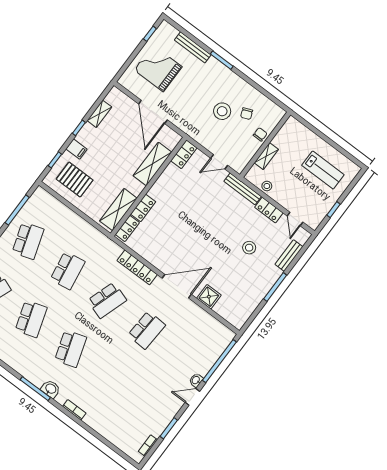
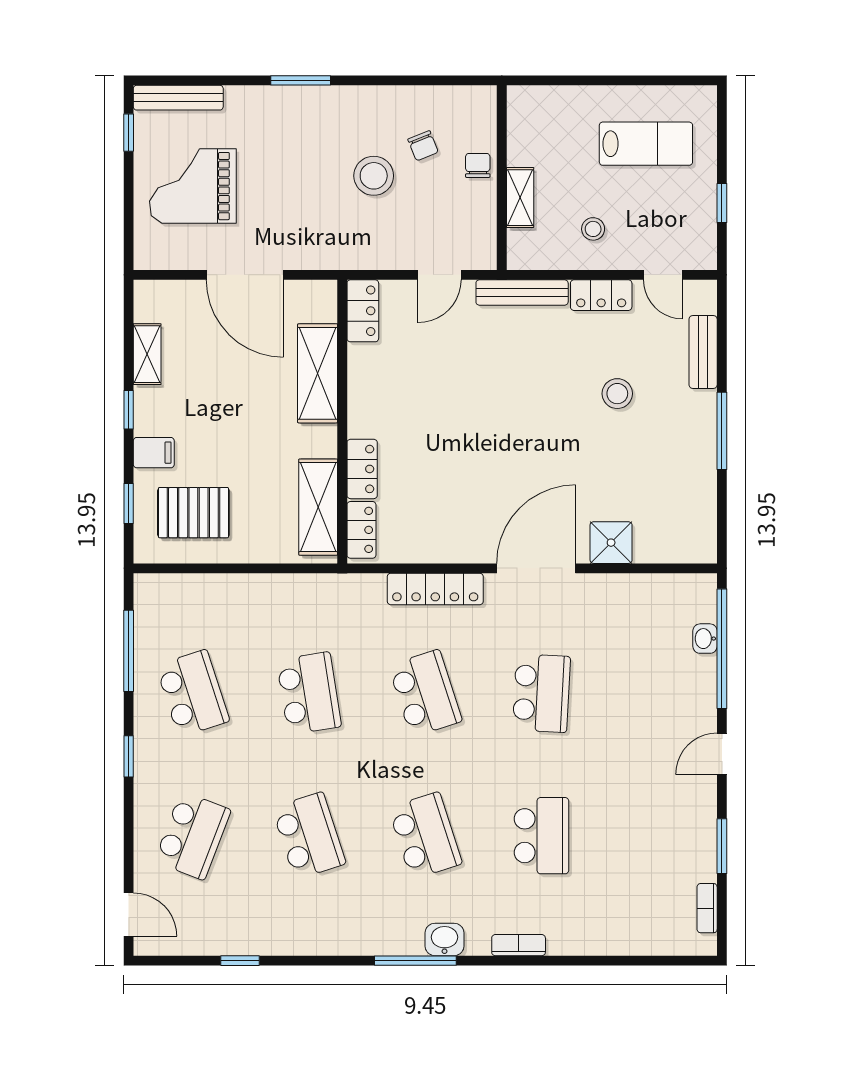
bench: (193, 47) -> (178, 98), moved
stool: (267, 186) -> (593, 229), moved
school desk: (107, 300) -> (425, 693), turned -36
school desk: (110, 378) -> (541, 836), added
washbasin: (196, 380) -> (705, 639), moved

